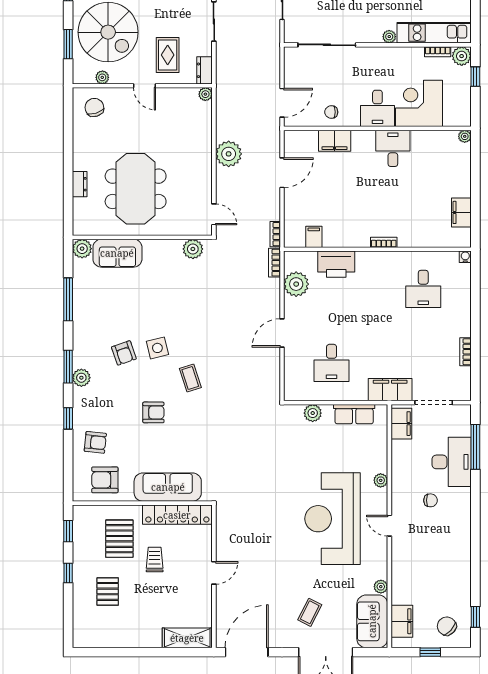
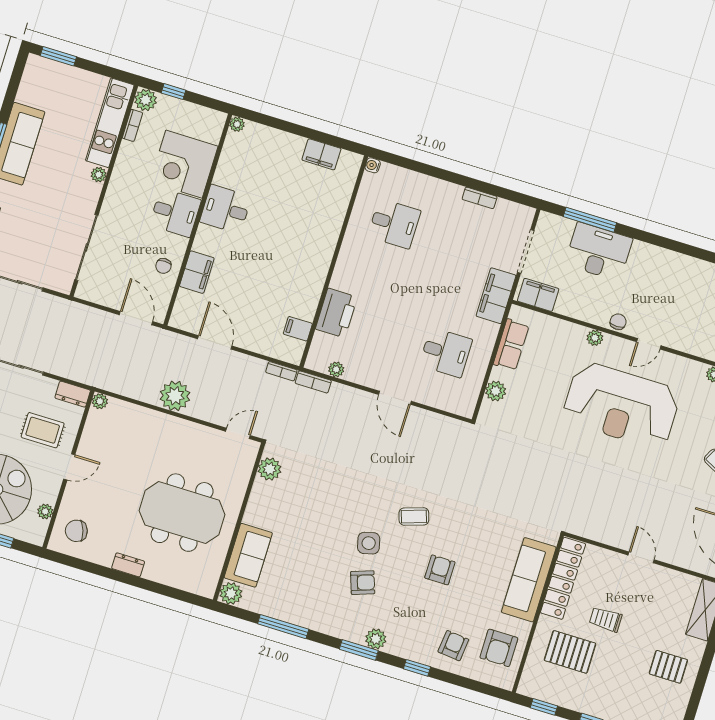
dresser: (80, 184) -> (128, 565), moved
bookcase: (384, 242) -> (328, 252), removed
plant: (296, 284) -> (336, 369), width x0.53, depth x0.53
chair: (431, 500) -> (618, 322), moved
pallet: (108, 591) -> (668, 667), moved

